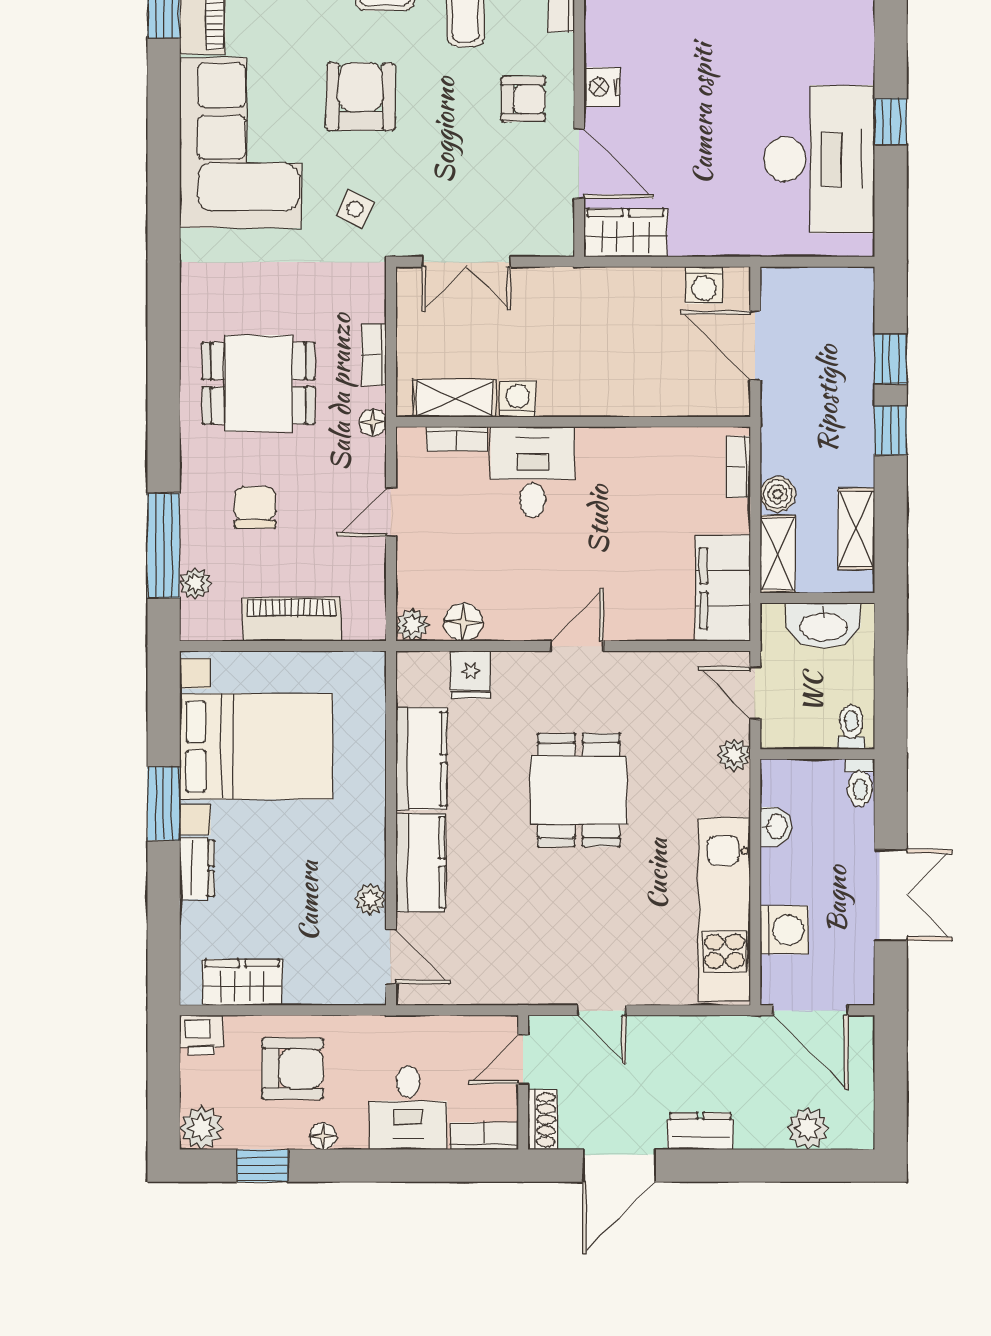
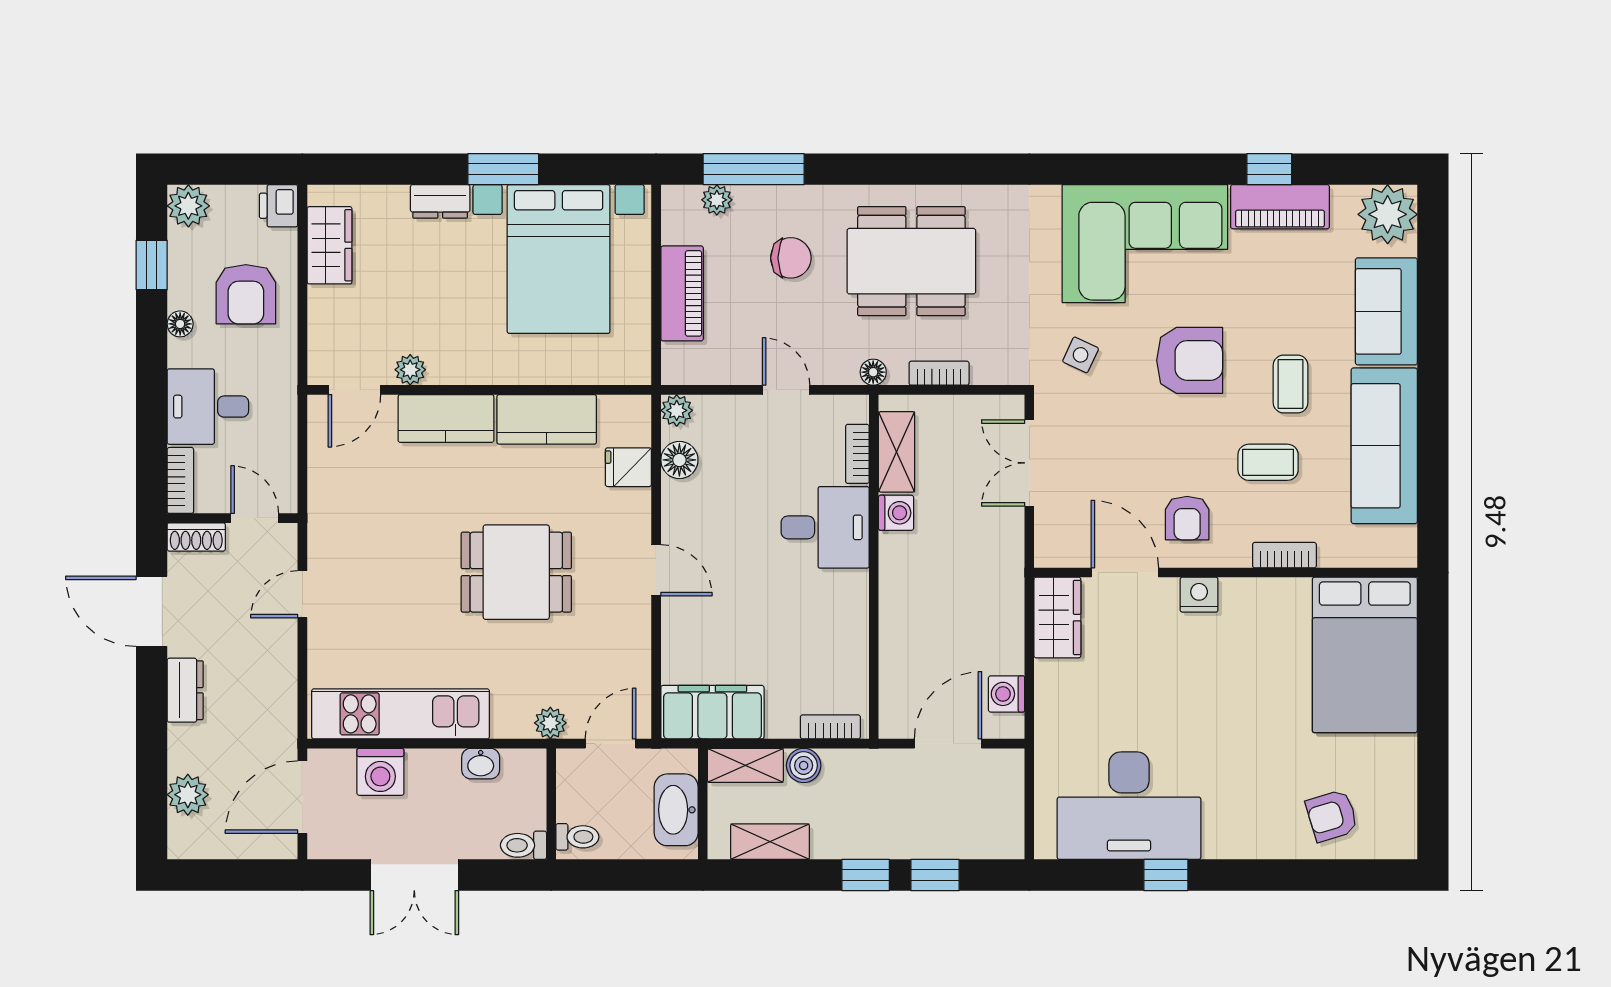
door: (579, 163) -> (1125, 573), swing flipped
dining table: (258, 383) -> (911, 261), width x1.38

